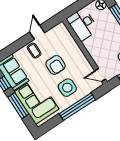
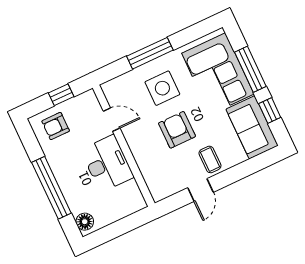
desk: (83, 24) -> (107, 163), moved
door: (100, 75) -> (112, 120), moved
window: (77, 107) -> (150, 53), width x0.68

